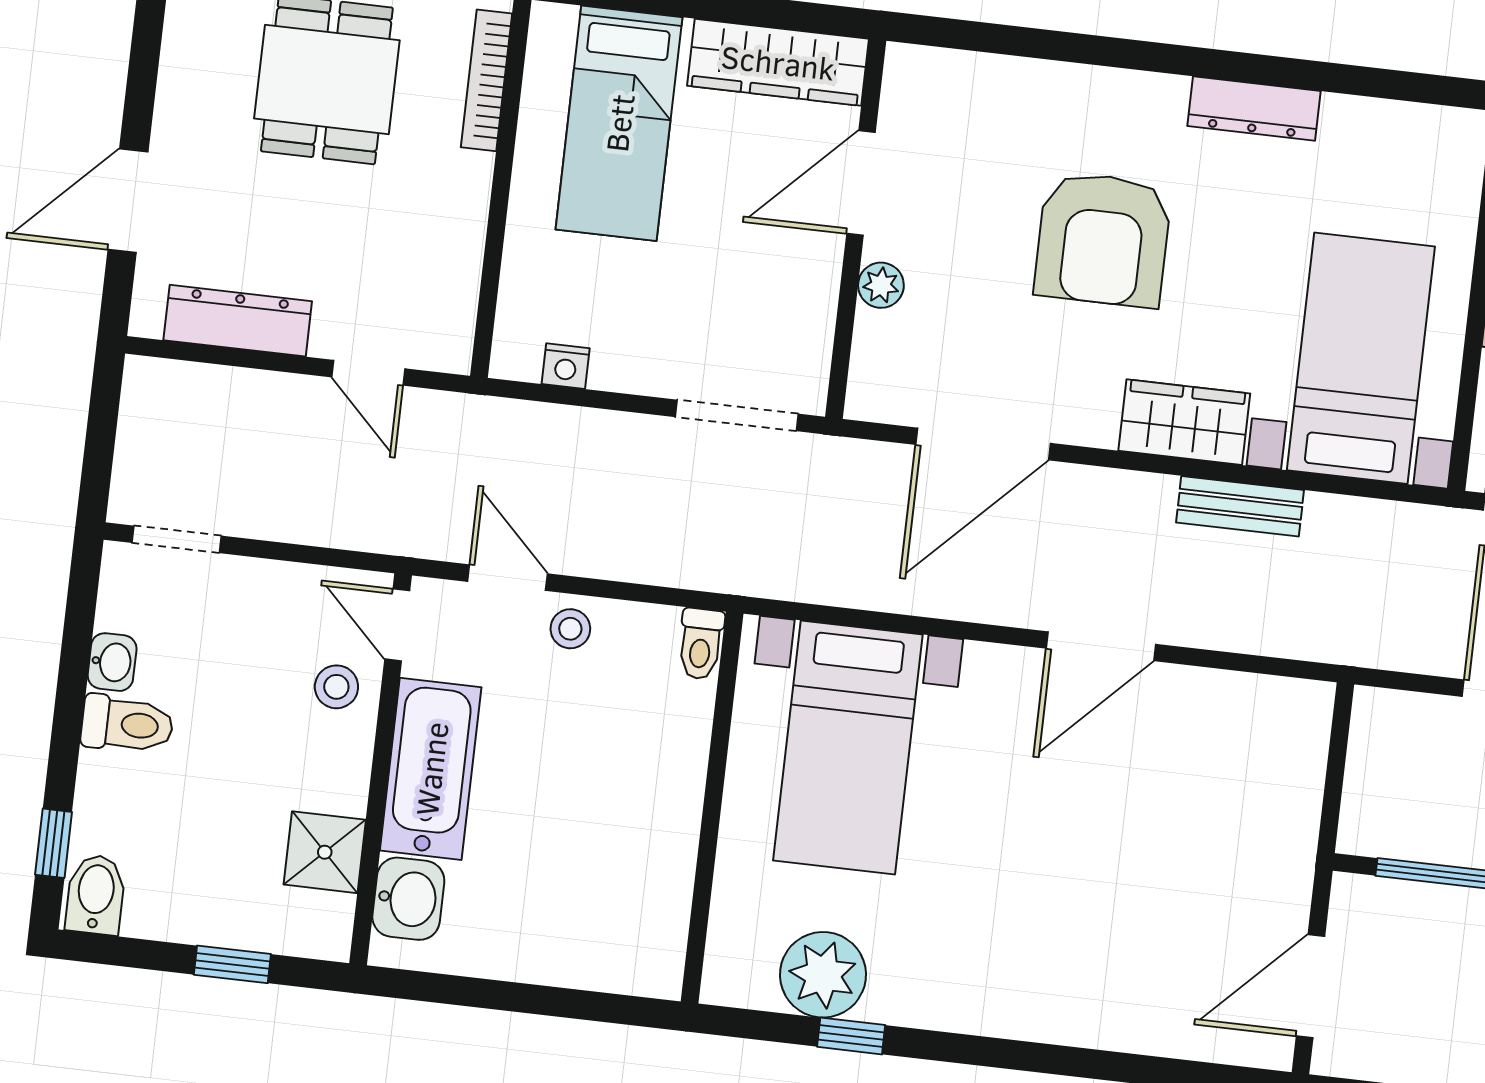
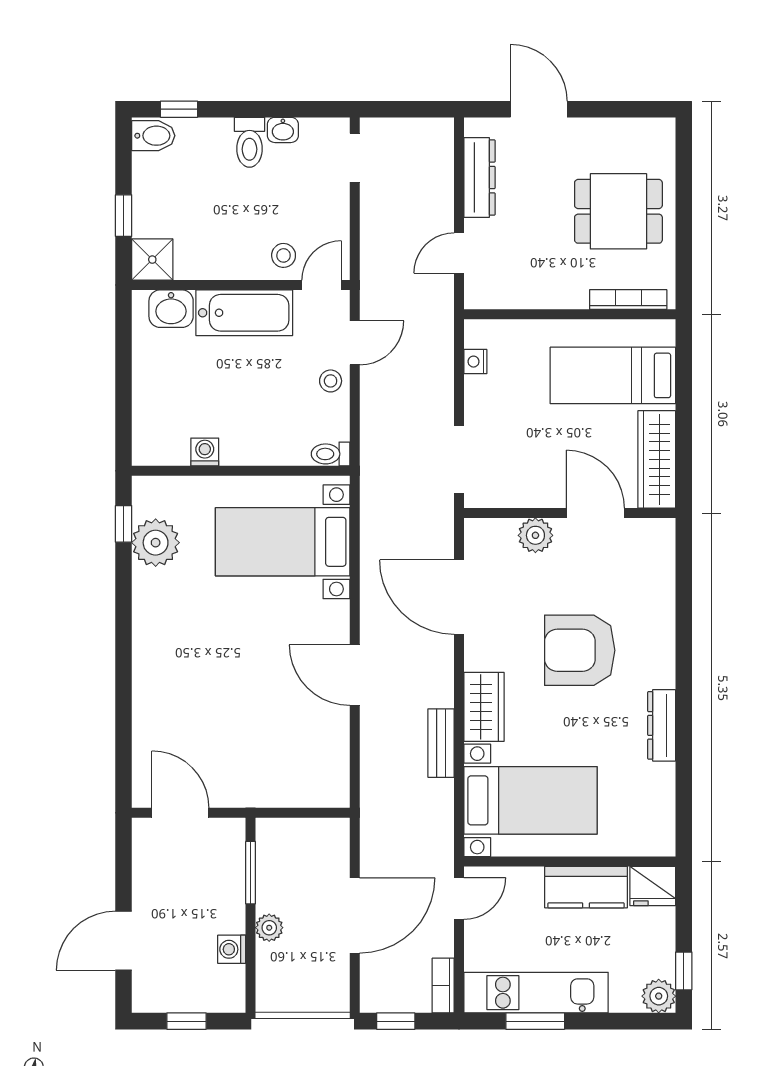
plant: (881, 285) -> (535, 535), width x1.38, depth x1.38
shower: (325, 852) -> (152, 260), moved
washing machine: (671, 868) -> (205, 452), added
window: (851, 1036) -> (124, 524), moved

